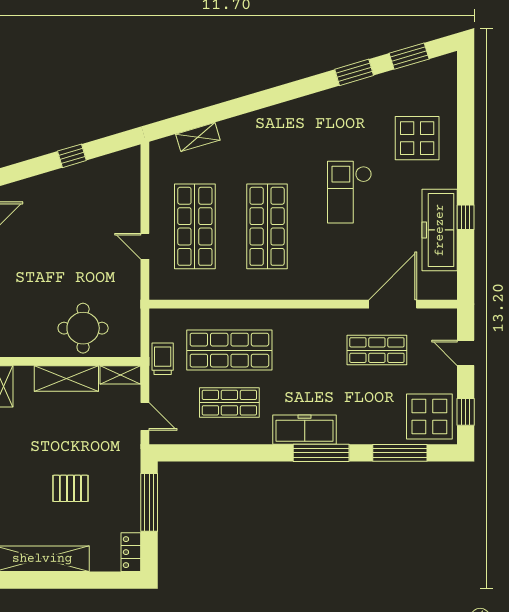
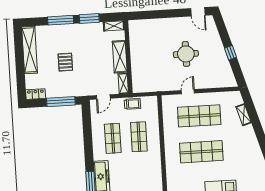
round table: (83, 328) -> (186, 54), moved
shop shelf: (229, 350) -> (139, 137), width x0.70, depth x0.74

